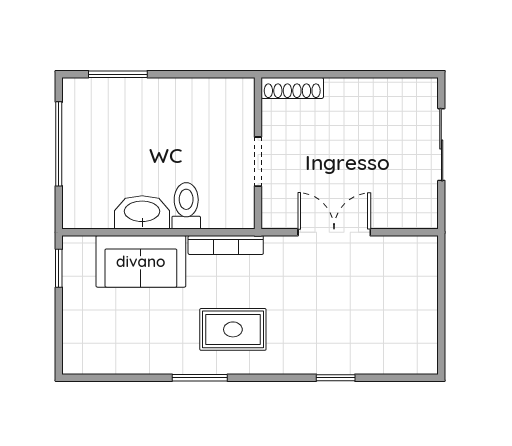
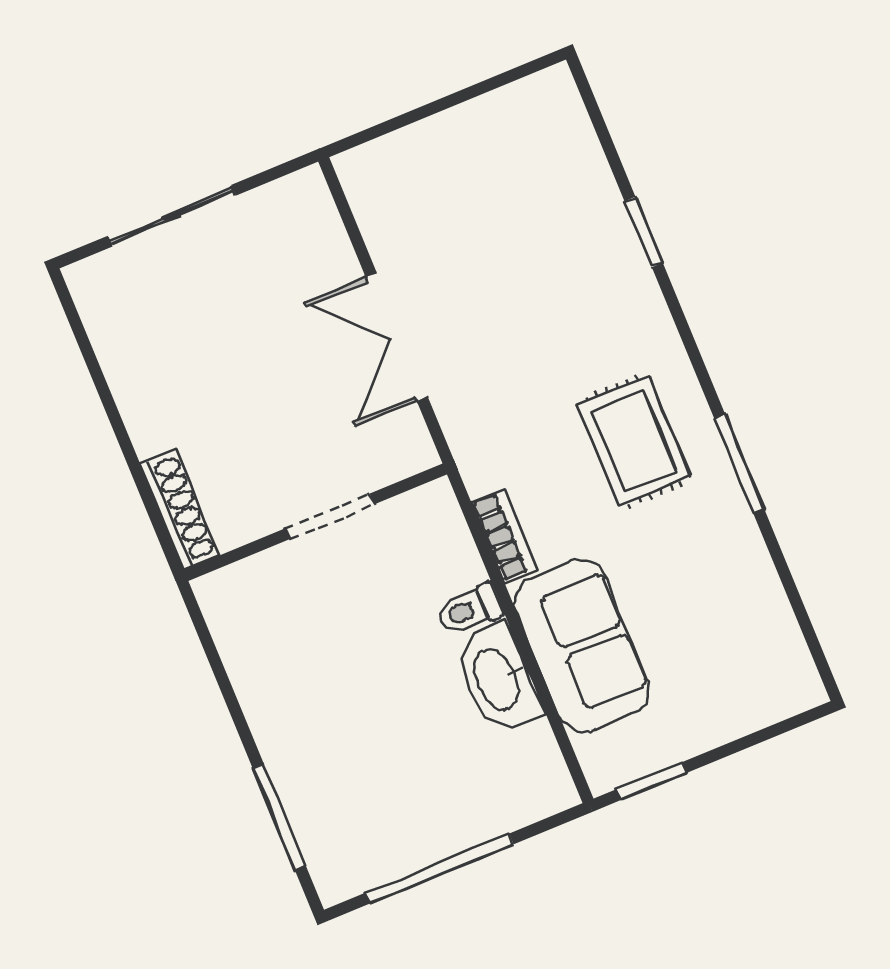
toilet: (186, 206) -> (469, 610), width x0.73, depth x0.72
bookcase: (226, 245) -> (504, 536), width x0.64

